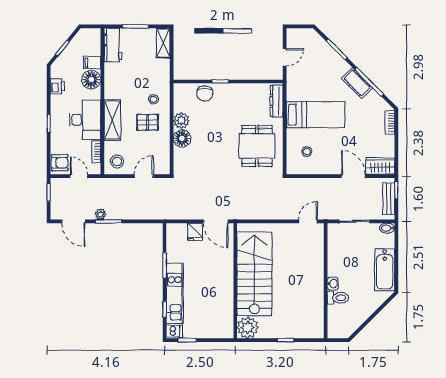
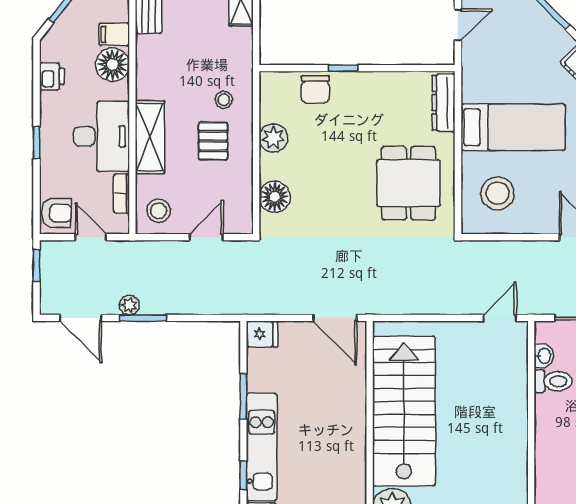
pallet: (148, 122) -> (213, 141), turned 90
floor lamp: (182, 138) -> (275, 197), moved
stool: (307, 152) -> (498, 193), width x1.89, depth x1.89
fridge: (195, 232) -> (262, 334), moved, turned -90
washbasin: (333, 284) -> (544, 356), moved
toilet: (338, 298) -> (553, 381), moved

